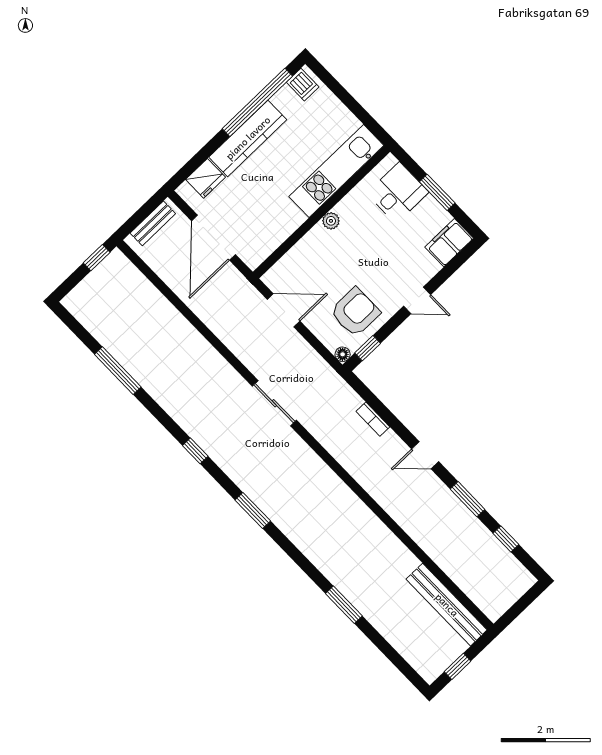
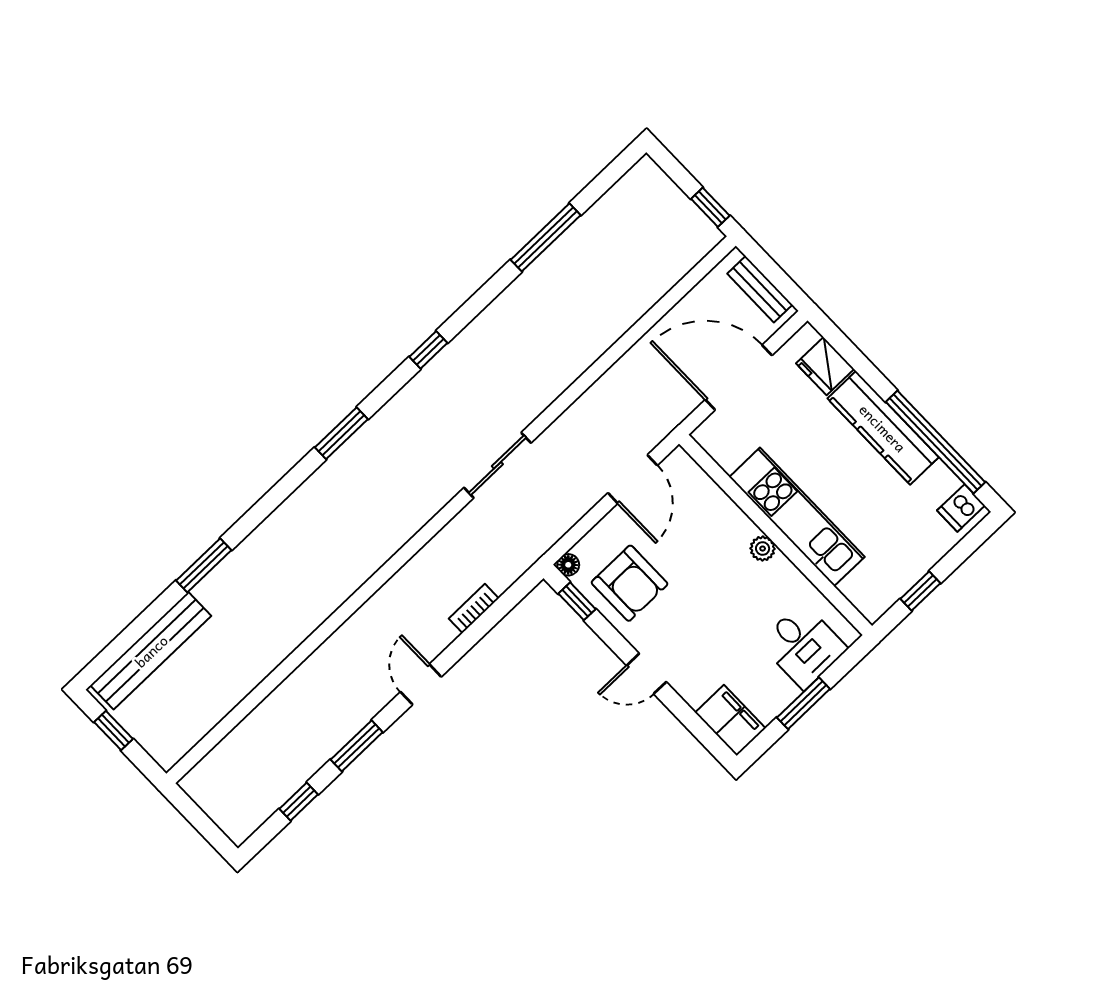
window: (360, 112) -> (920, 591), added
kitchen unit: (336, 171) -> (797, 517), moved
door: (417, 300) -> (646, 674), hinge flipped
bench: (447, 605) -> (151, 651), moved

